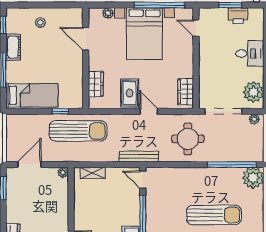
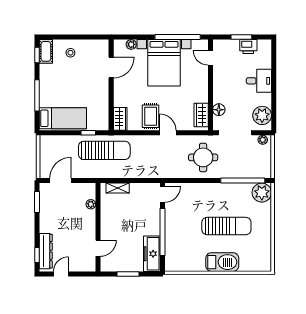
door: (86, 39) -> (111, 68), swing flipped
cot: (13, 47) -> (46, 51), moved
wardrobe: (96, 84) -> (120, 119), moved
floor lamp: (205, 86) -> (219, 110), added
bench: (138, 156) -> (159, 173), removed
plant: (63, 173) -> (91, 204), moved
door: (143, 180) -> (163, 194), swing flipped

